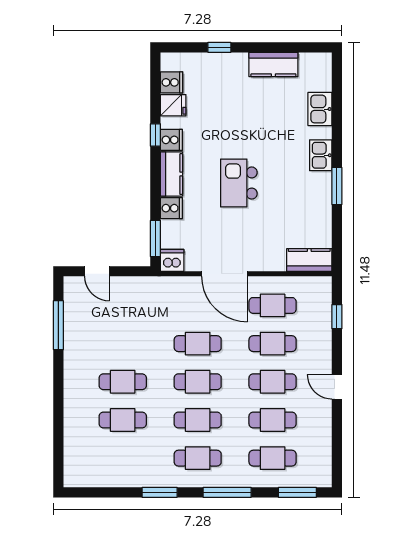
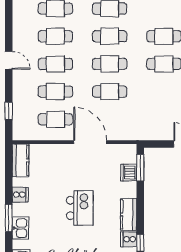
window: (337, 186) -> (9, 218), moved
cooker: (171, 208) -> (20, 195), moved, turned 180
dishwasher: (172, 260) -> (129, 173), moved, turned 90
kitchen counter: (309, 260) -> (21, 160), moved, turned -90

